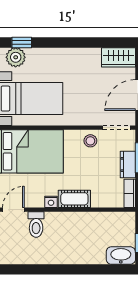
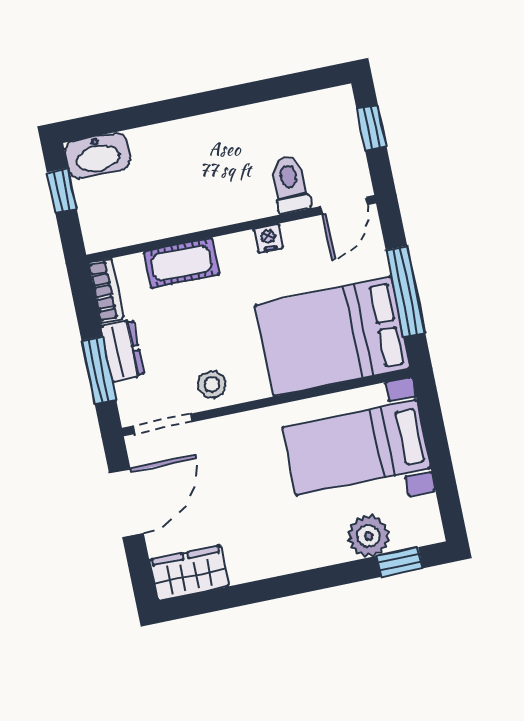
plant: (16, 57) -> (369, 536), moved
cot: (74, 199) -> (182, 263), moved

